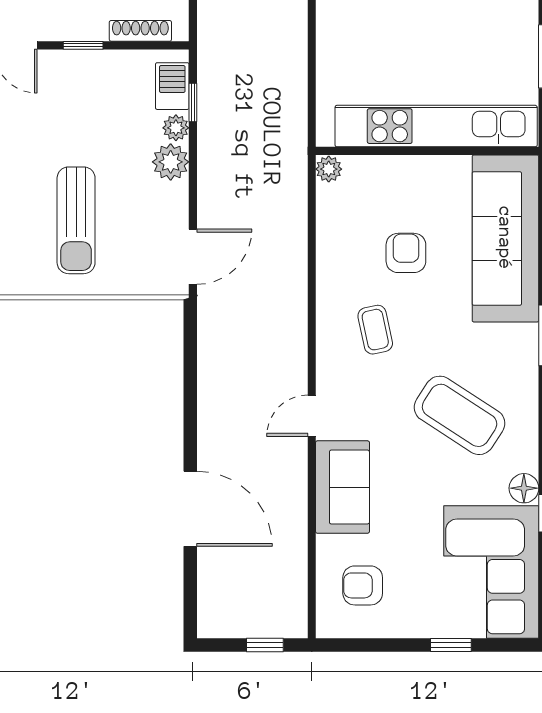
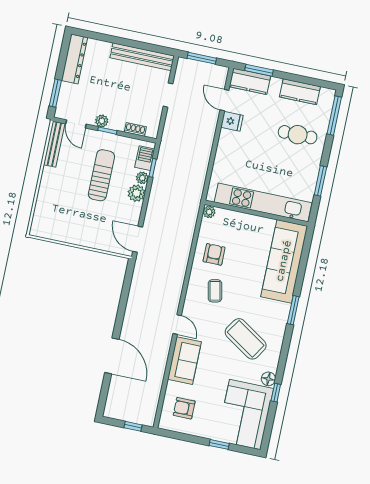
plant: (67, 28) -> (102, 121), added
shoe rack: (140, 31) -> (135, 129), width x0.70
sun lounger: (76, 220) -> (101, 175), moved, turned 180
armchair: (406, 253) -> (214, 254), moved
door: (193, 257) -> (138, 239), swing flipped
door: (312, 416) -> (177, 325), swing flipped

